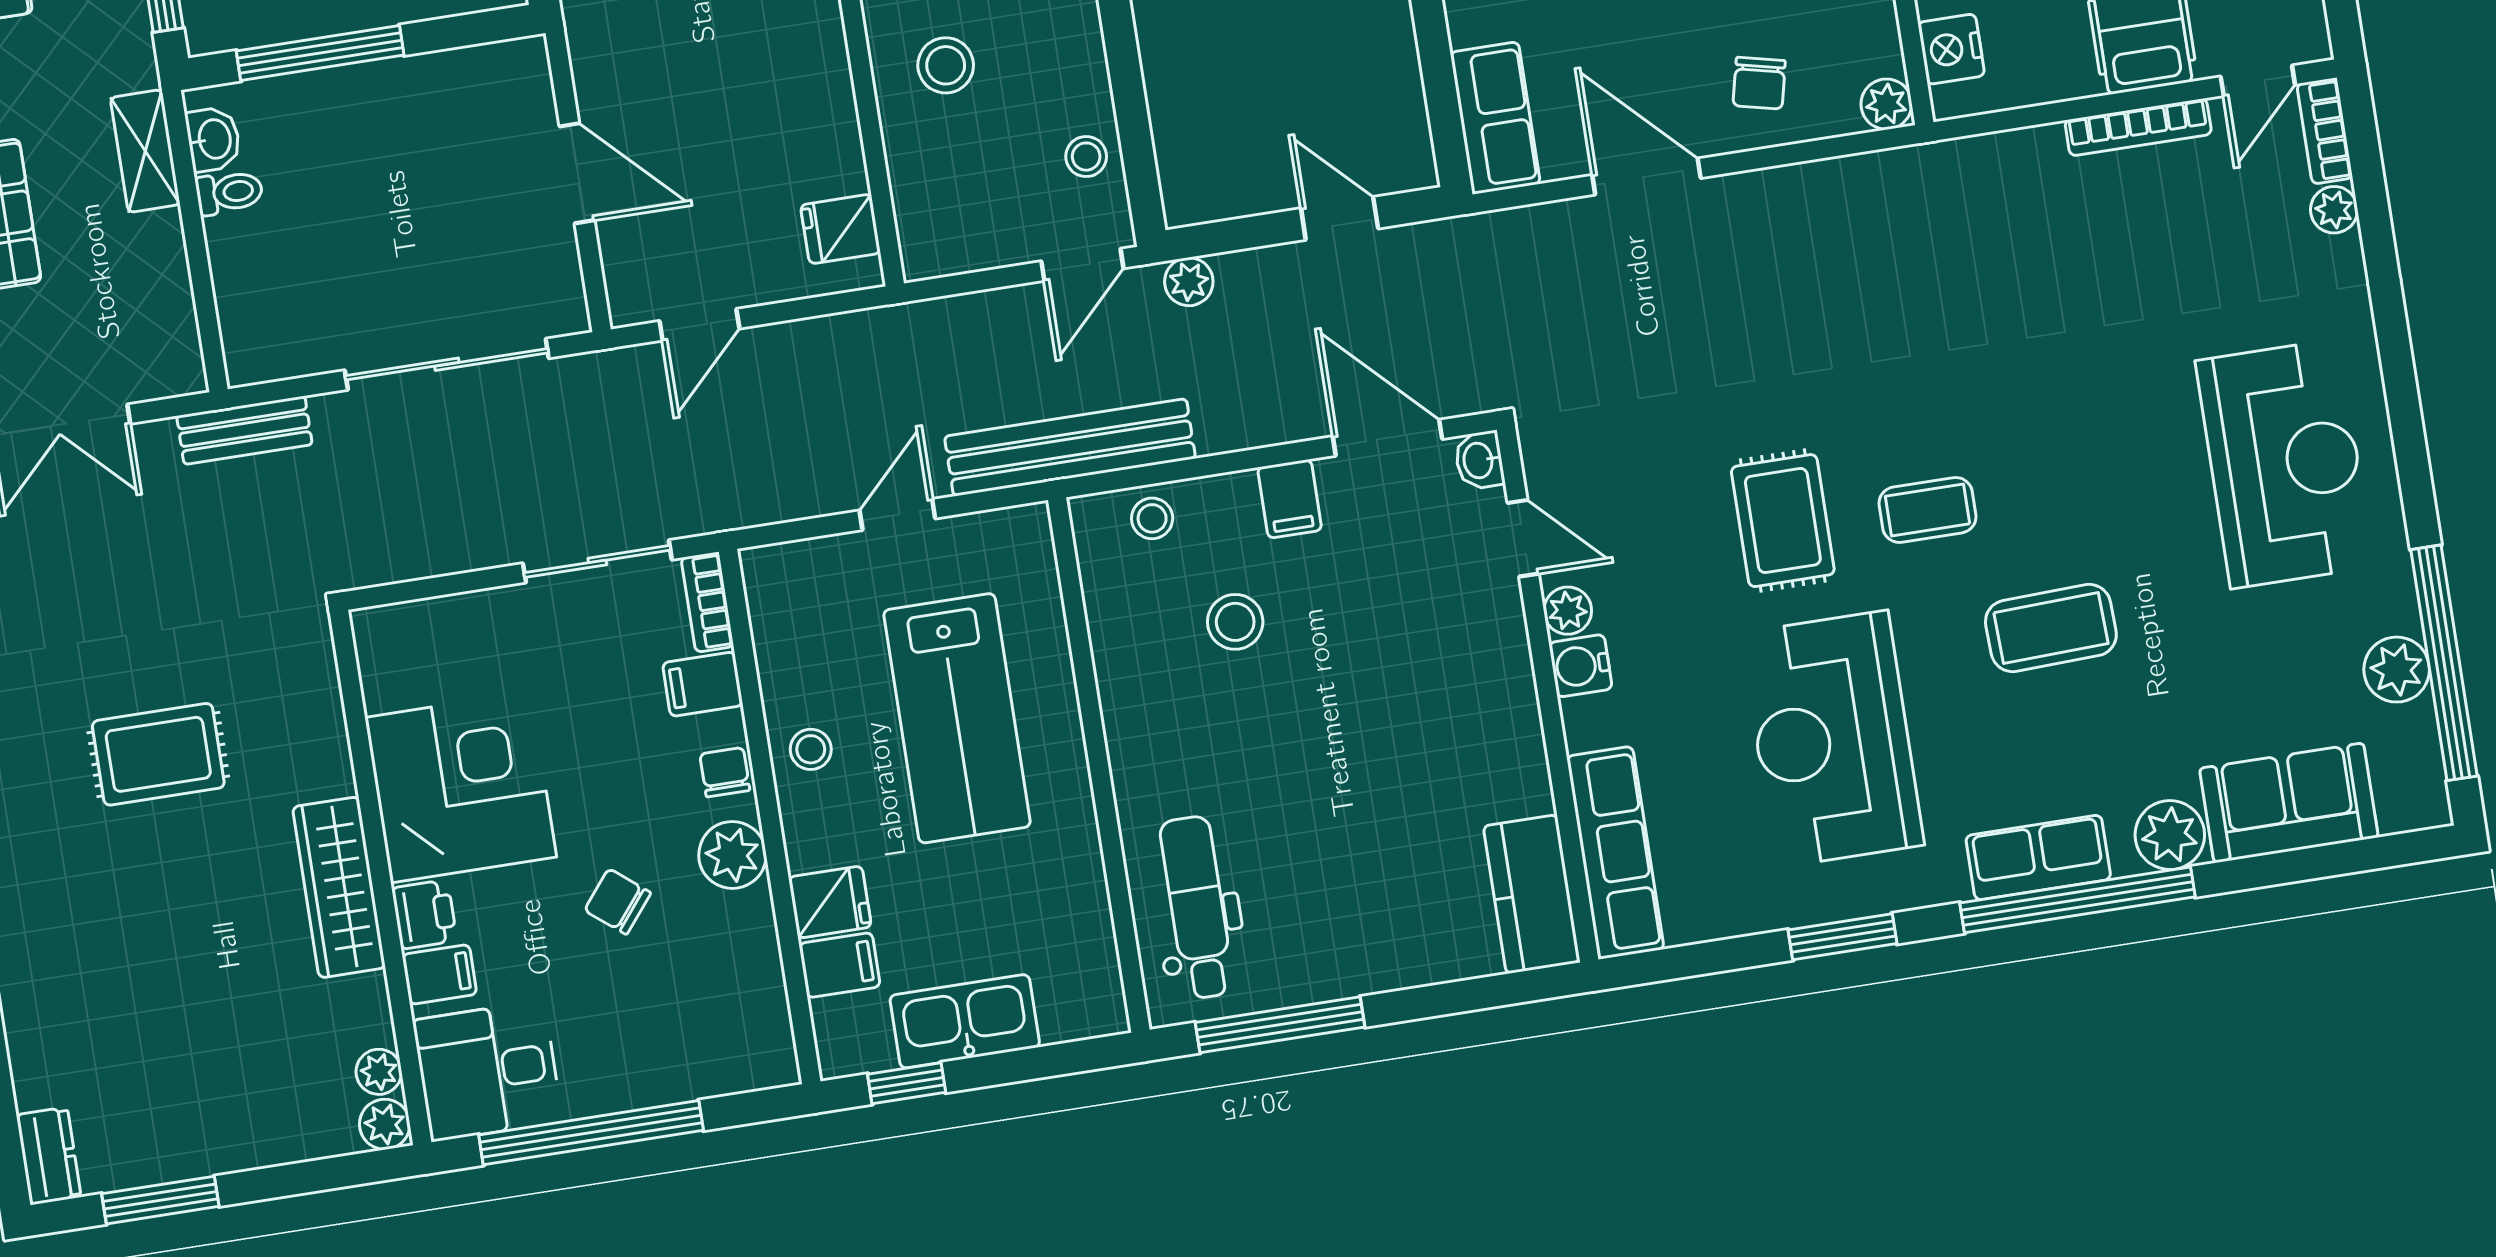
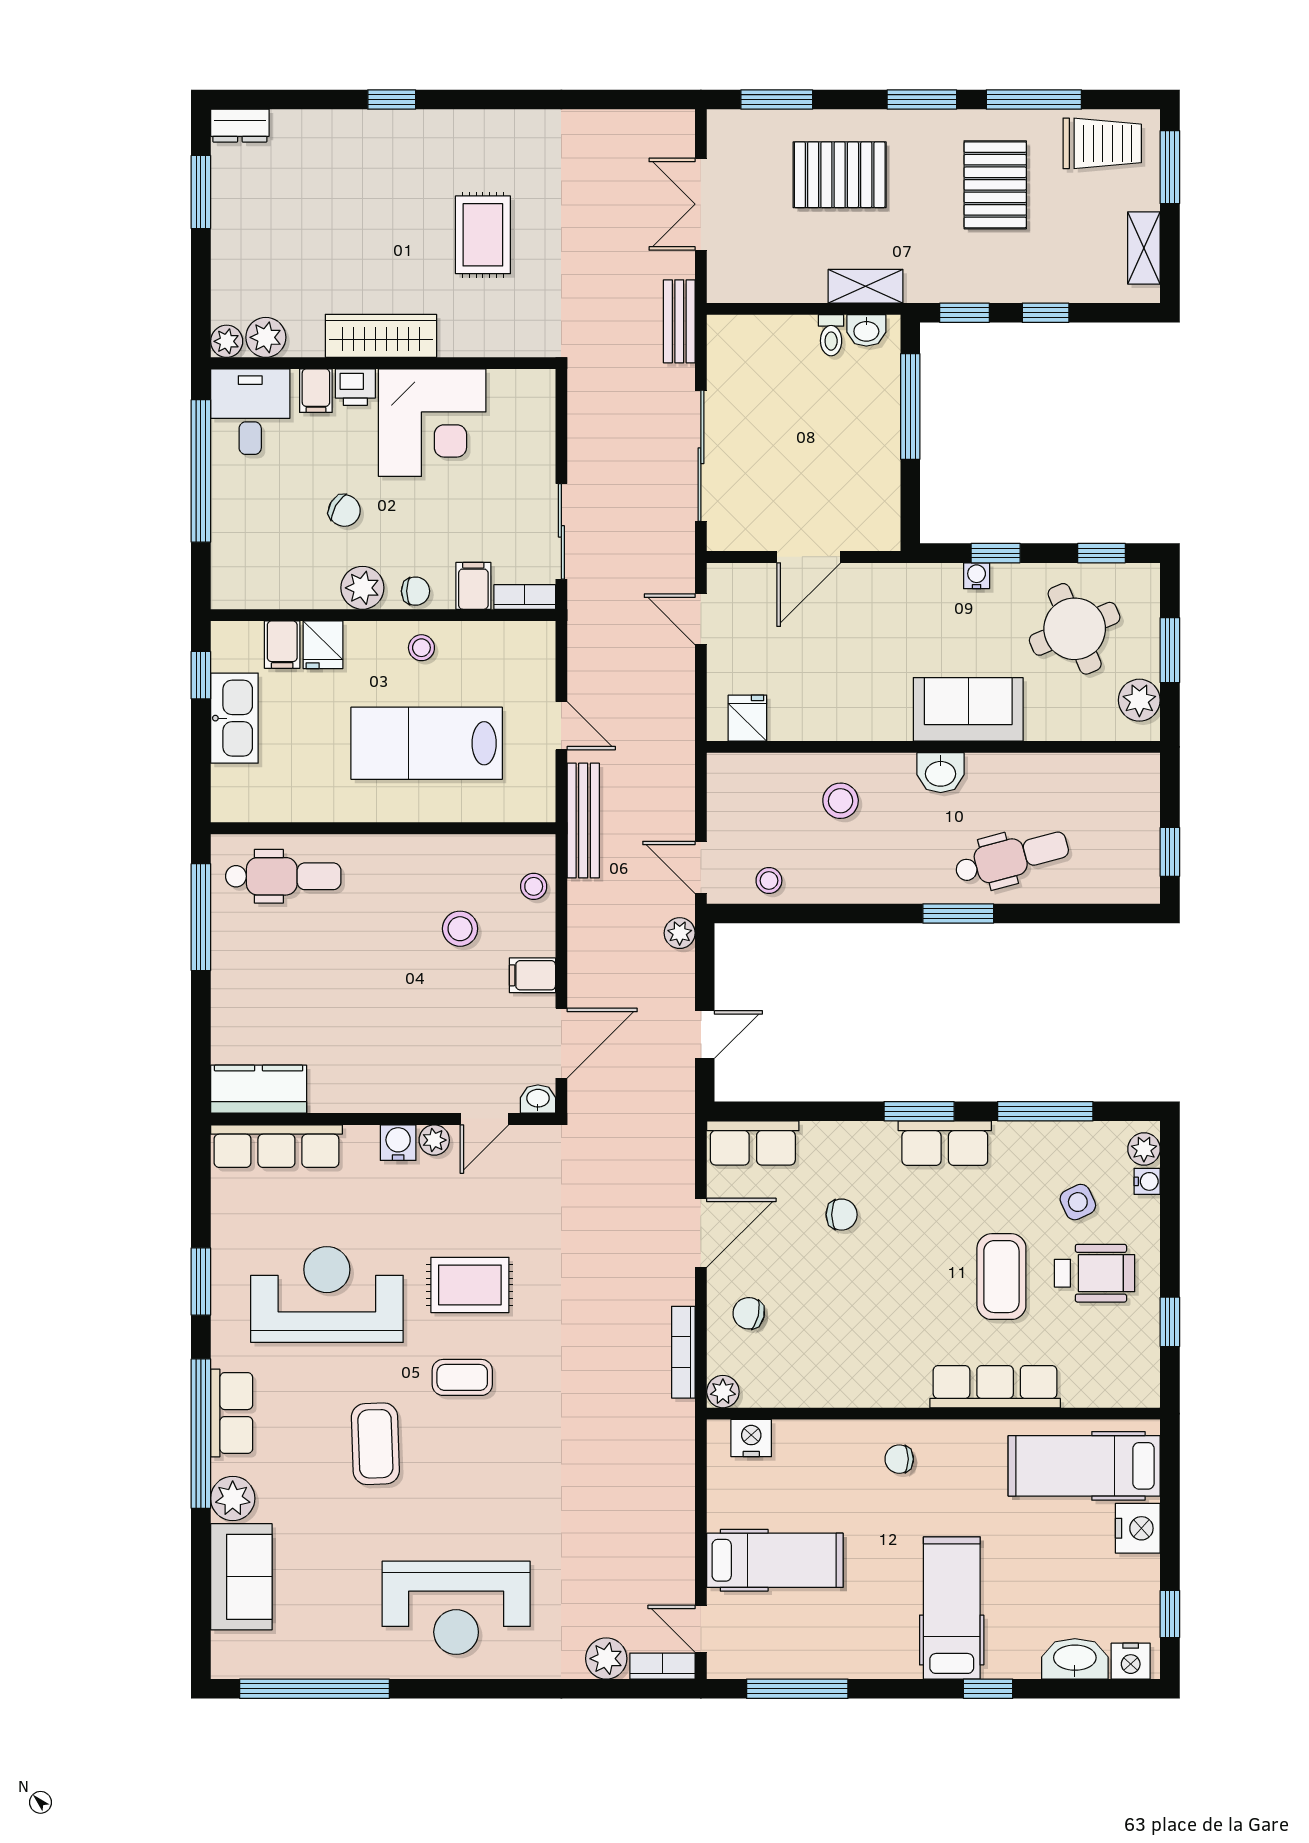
bookcase: (2138, 127) -> (683, 1352), moved
plant: (2334, 210) -> (606, 1659), width x1.38, depth x1.38
bench: (1070, 447) -> (583, 820), width x0.73, depth x0.82
coffee table: (1927, 510) -> (462, 1377), turned 90
plant: (2397, 670) -> (315, 1658), removed
chair: (618, 902) -> (344, 511), turned 81
plant: (379, 1072) -> (266, 337), width x1.38, depth x1.38

